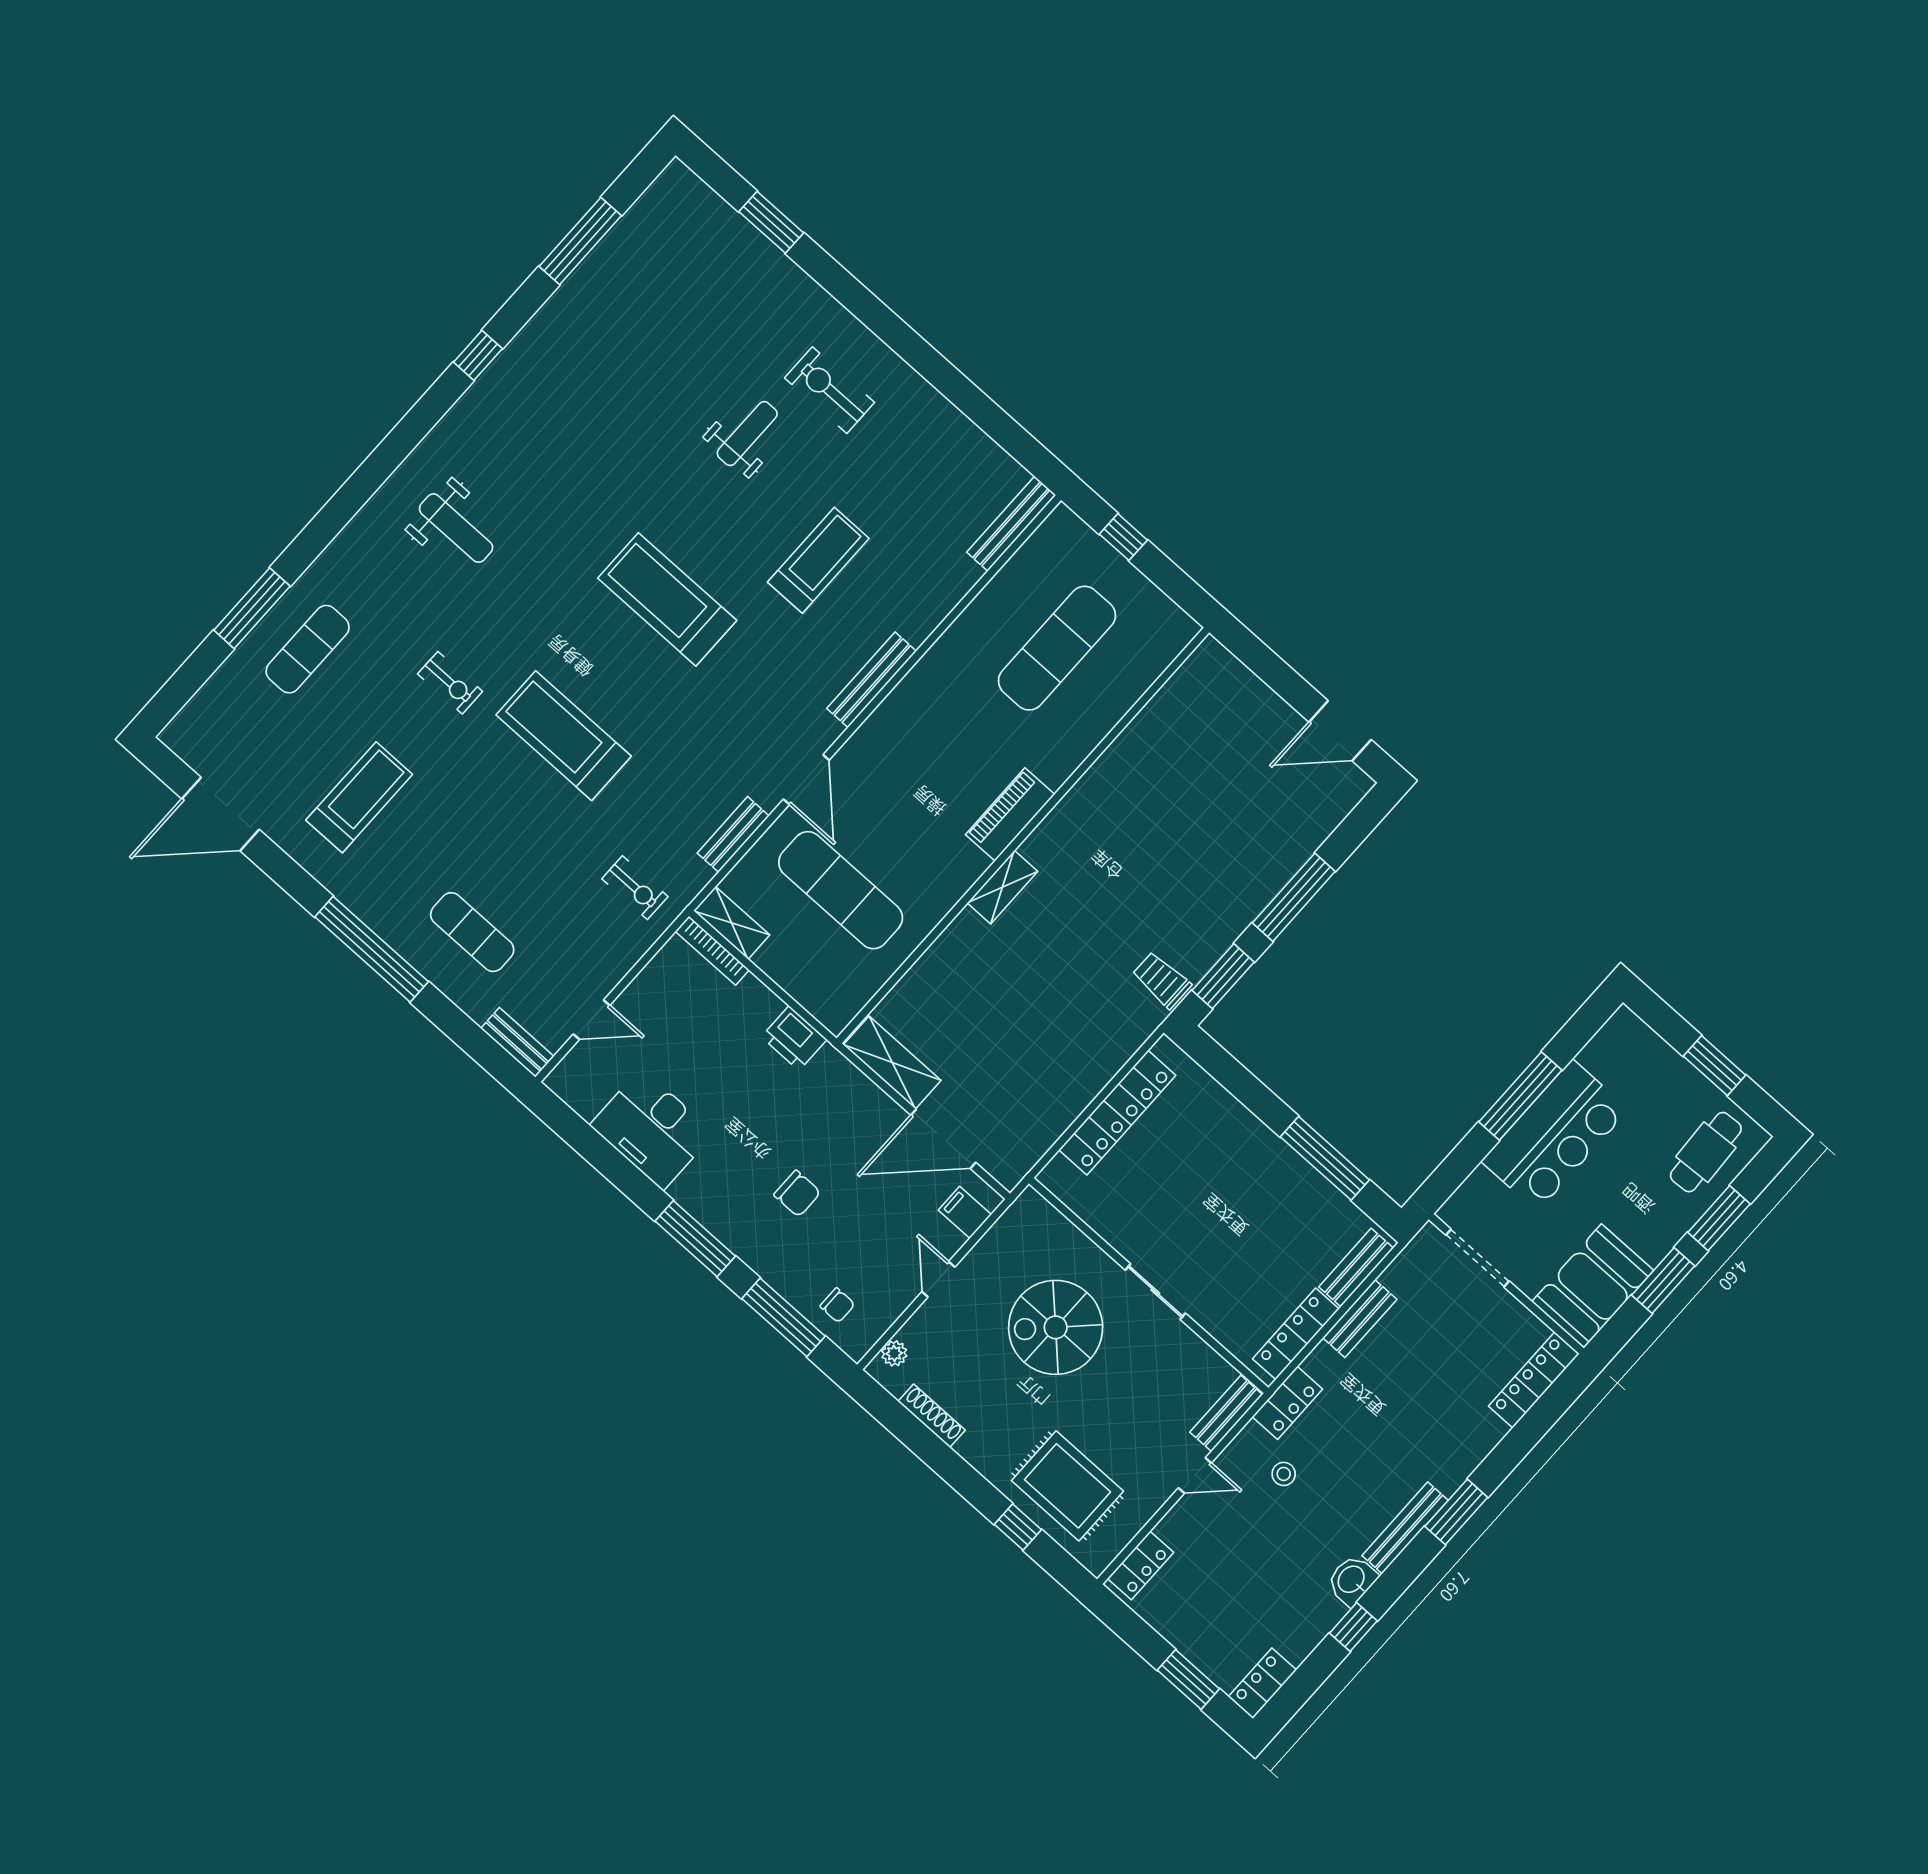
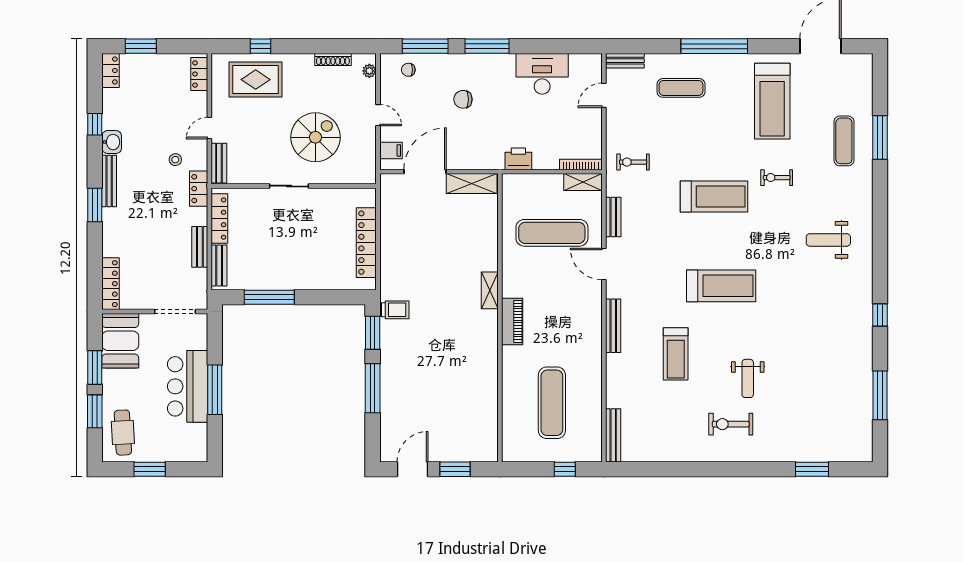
exercise bike: (830, 390) -> (731, 424), turned 180
window: (1280, 677) -> (455, 469), added
treadmill: (359, 797) -> (772, 101), width x1.37, depth x1.38

